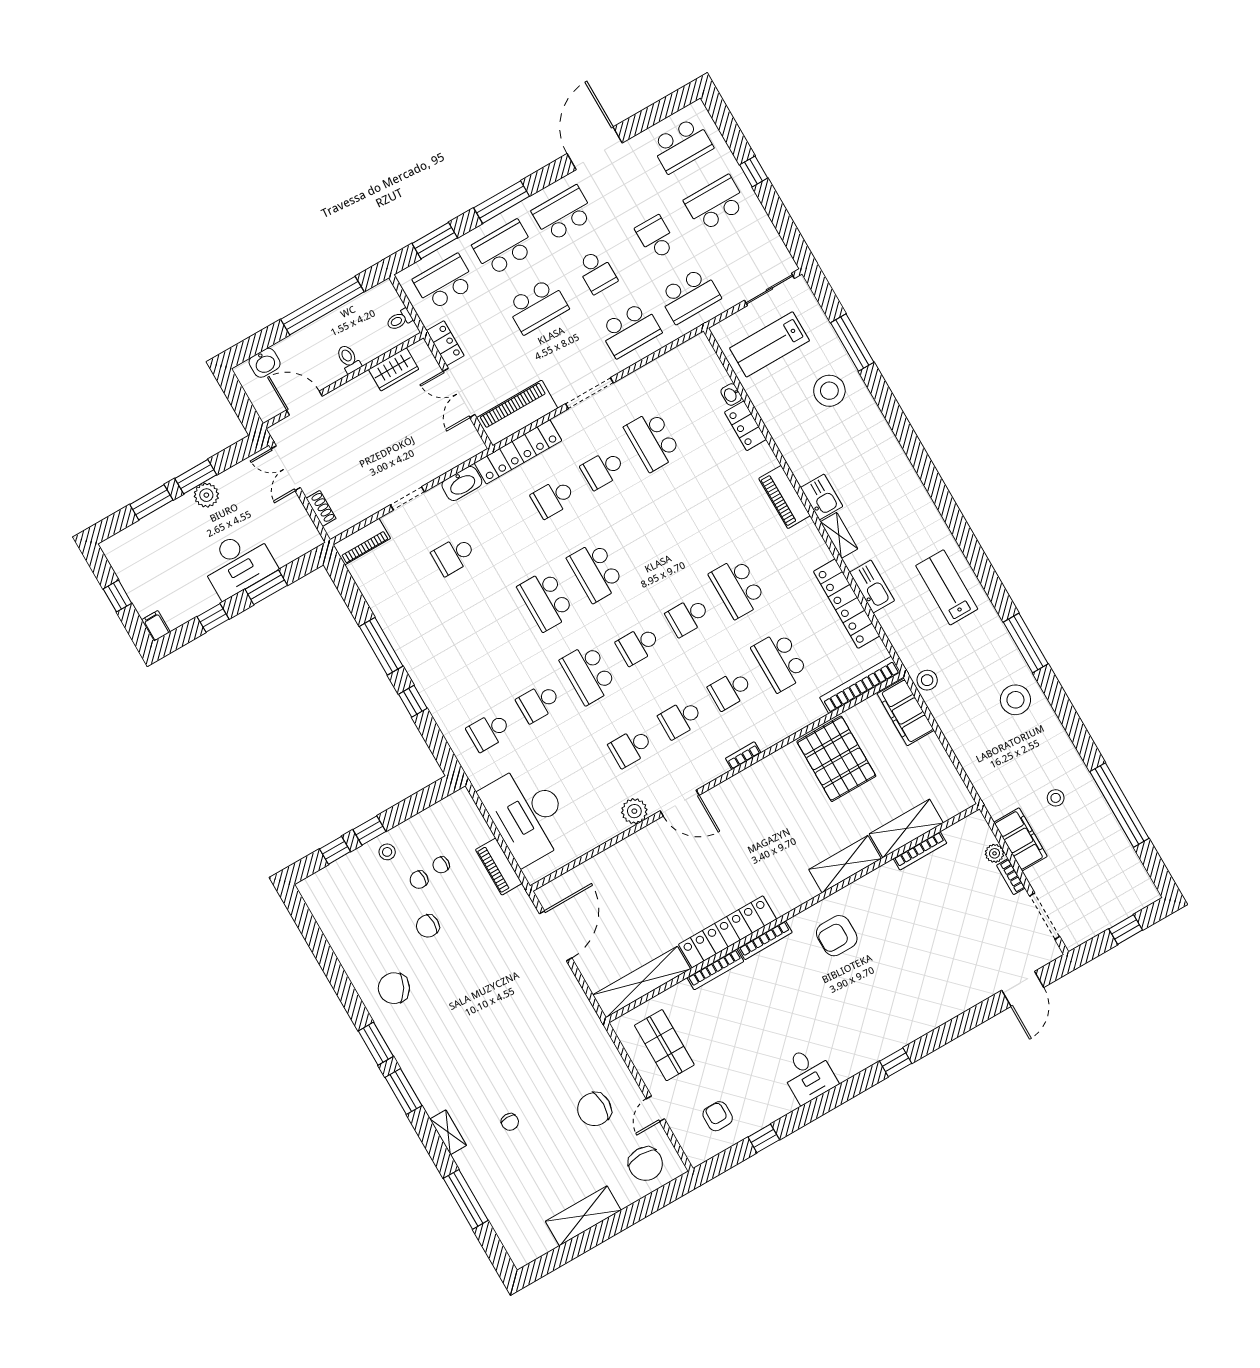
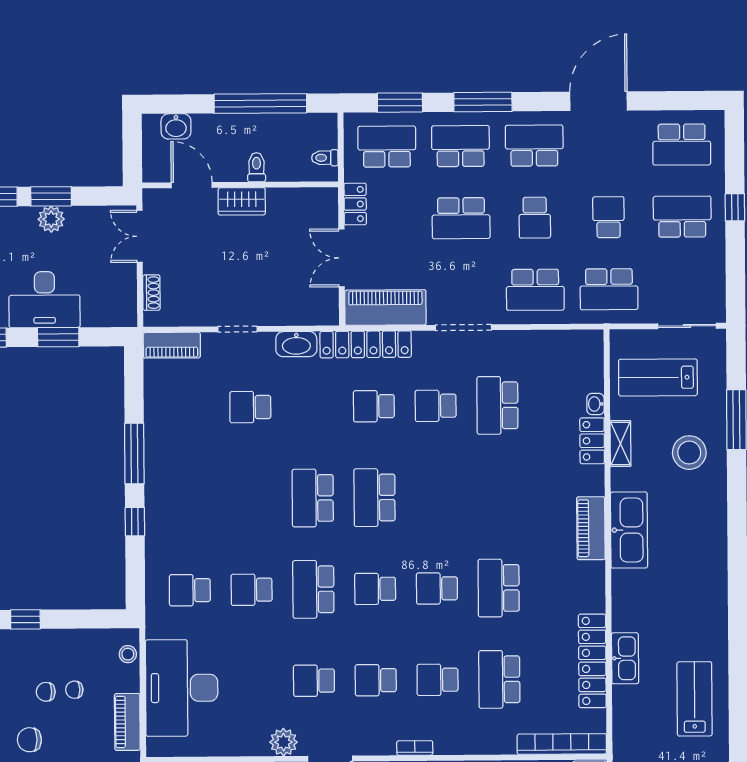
wardrobe: (394, 369) -> (242, 201), moved
kitchen sink: (822, 497) -> (629, 530), width x1.88, depth x1.24
shelving: (839, 535) -> (620, 444), moved
stool: (387, 852) -> (128, 654), moved

